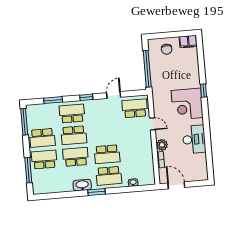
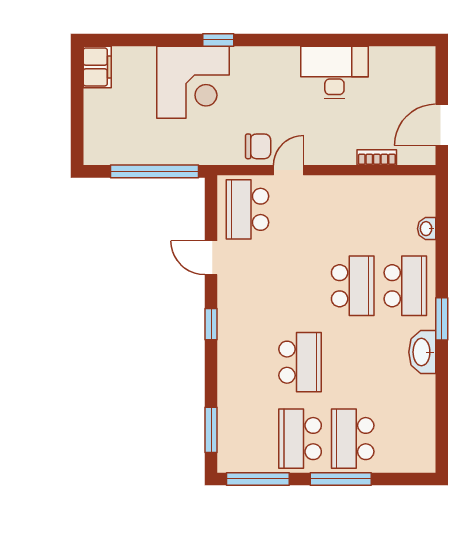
chair: (167, 49) -> (258, 146), moved
window: (53, 100) -> (211, 430), moved
corner desk: (187, 104) -> (193, 82), moved
school desk: (72, 114) -> (247, 362), removed
school desk: (42, 138) -> (300, 439), turned 180
plant: (162, 145) -> (341, 151), removed
school desk: (76, 157) -> (353, 362), removed
window: (28, 170) -> (341, 479), moved

